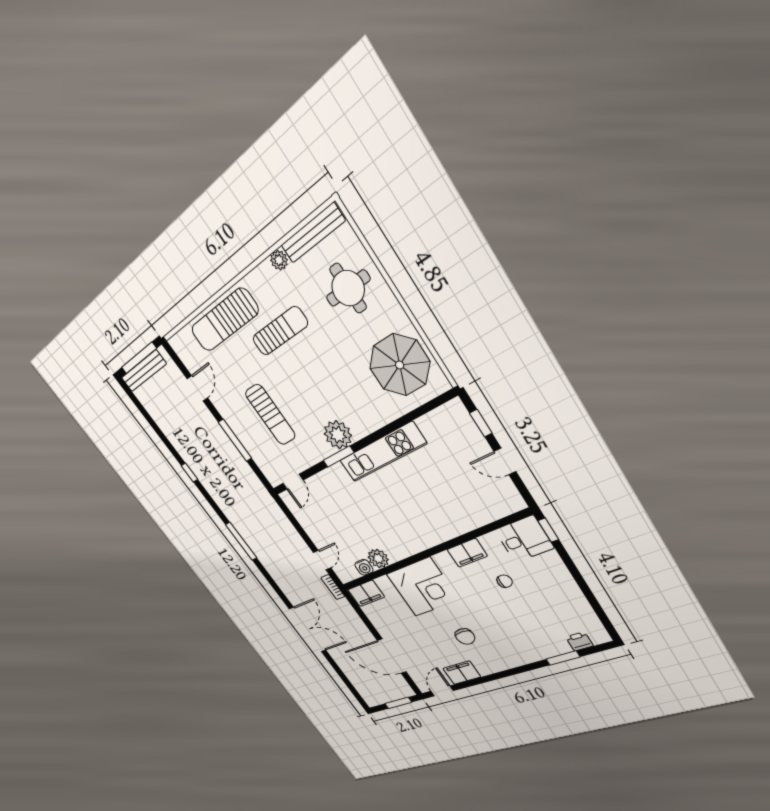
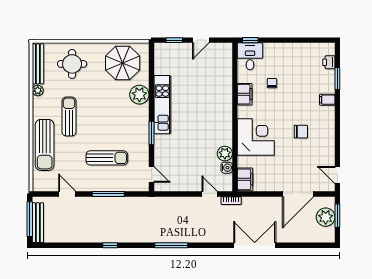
plant: (338, 435) -> (139, 95), moved
filing cabinet: (462, 673) -> (327, 100), moved, width x0.50
plant: (388, 692) -> (326, 217), added

